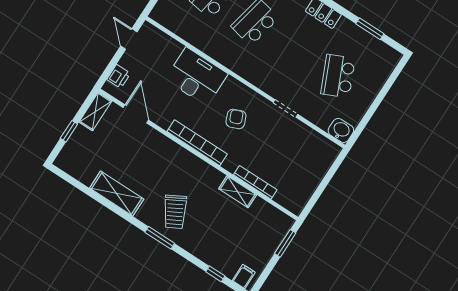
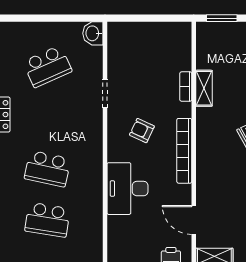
door: (136, 114) -> (194, 220), hinge flipped
armchair: (236, 119) -> (142, 131), turned 47
bookcase: (255, 182) -> (186, 87), width x0.64

